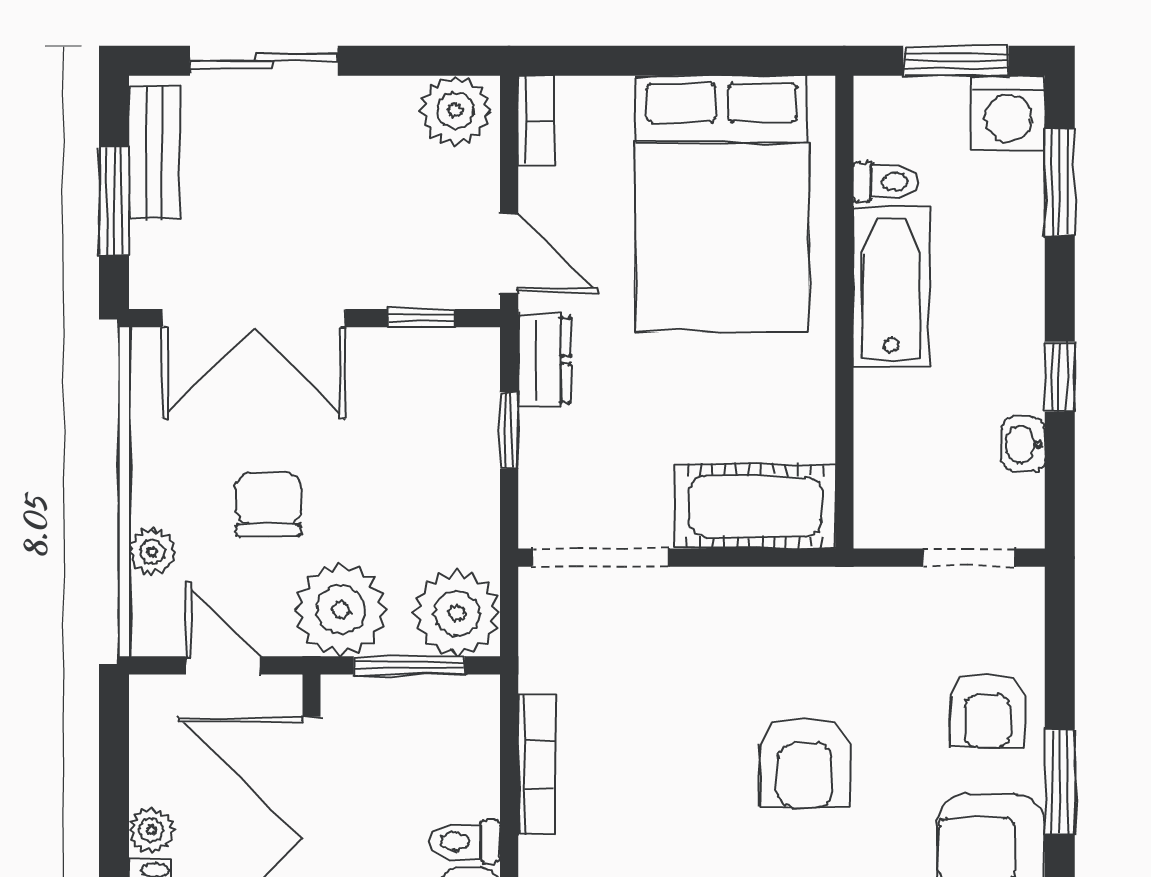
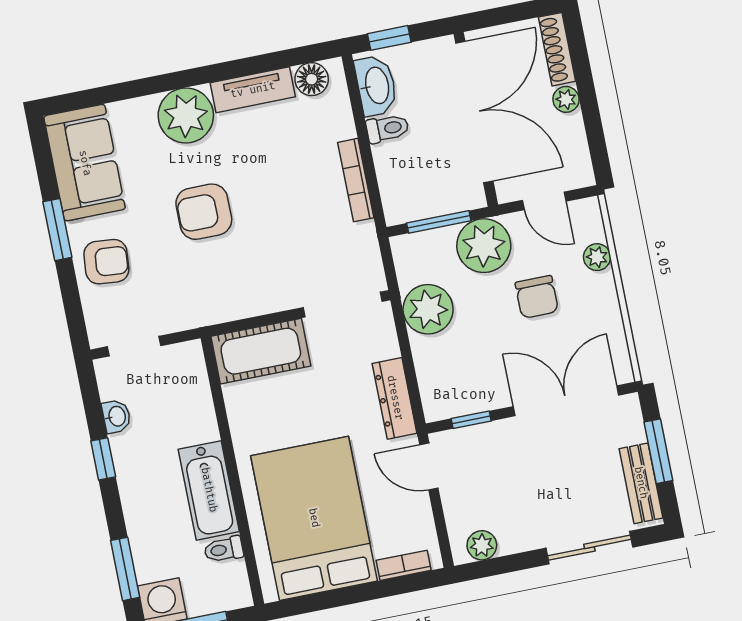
plant: (455, 111) -> (482, 545), width x0.73, depth x0.73
bookcase: (536, 121) -> (404, 565), moved, turned 90
dresser: (544, 360) -> (395, 398), width x1.44
window: (509, 430) -> (409, 366), removed
plant: (457, 613) -> (428, 309), moved
armchair: (987, 711) -> (106, 262), turned 95
armchair: (805, 762) -> (204, 212), turned -90

